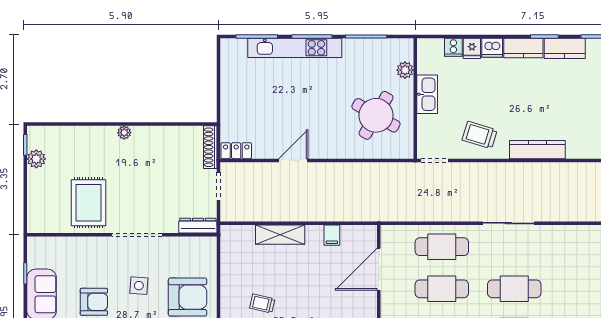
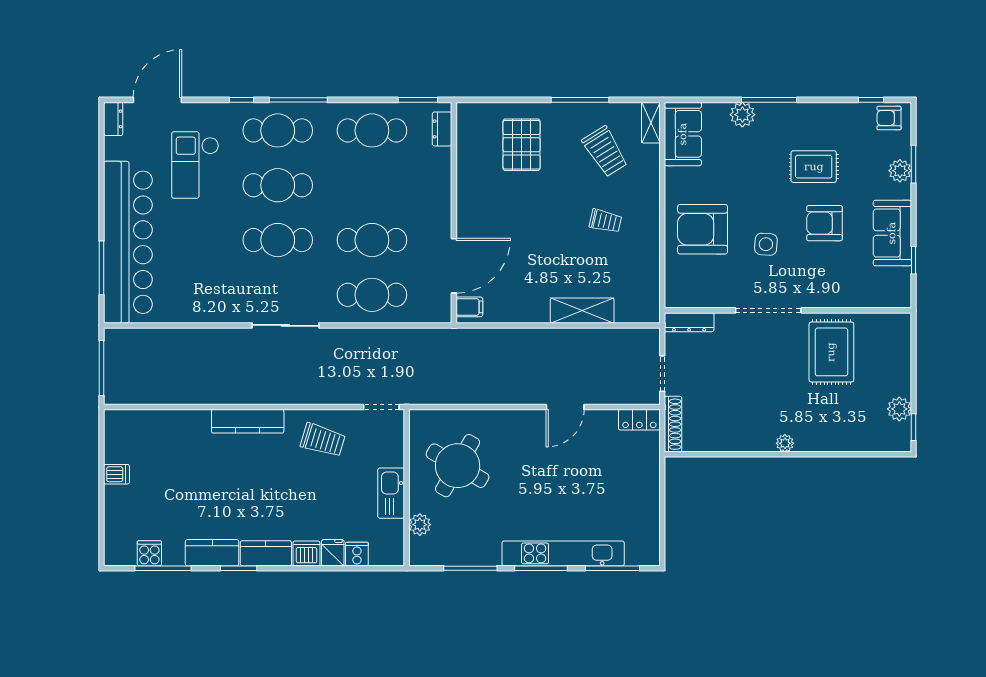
filing cabinet: (332, 235) -> (469, 307), moved, turned 90

